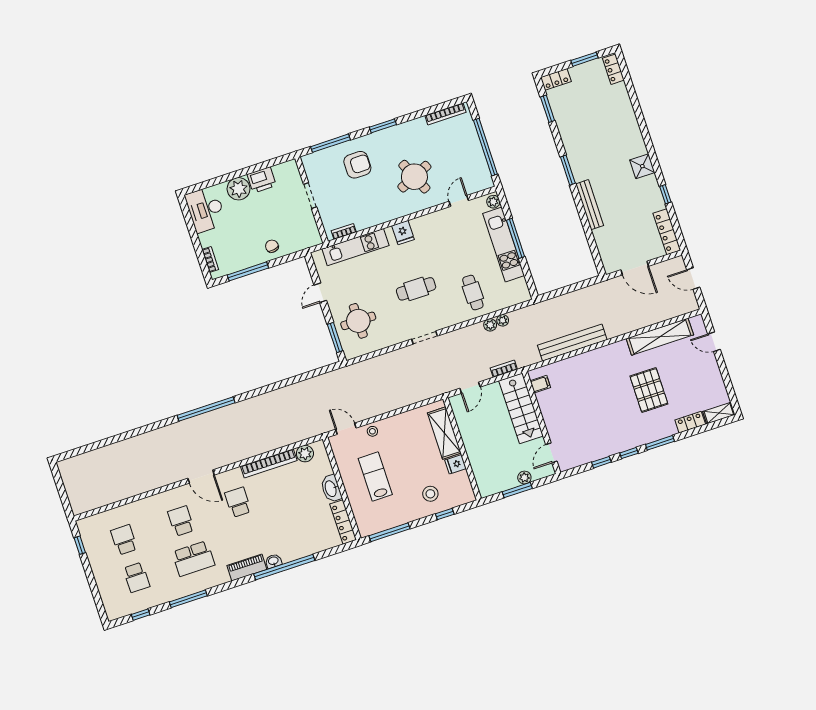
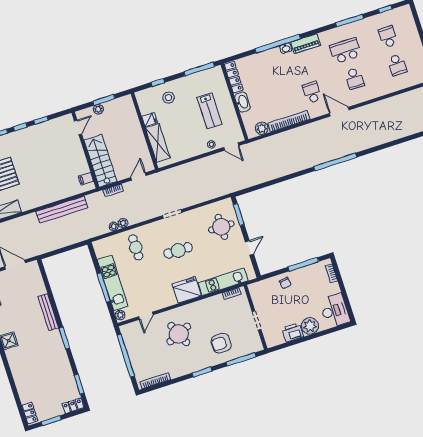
fridge: (403, 233) -> (187, 290), width x1.88, depth x1.34
school desk: (238, 502) -> (312, 92), turned 180

